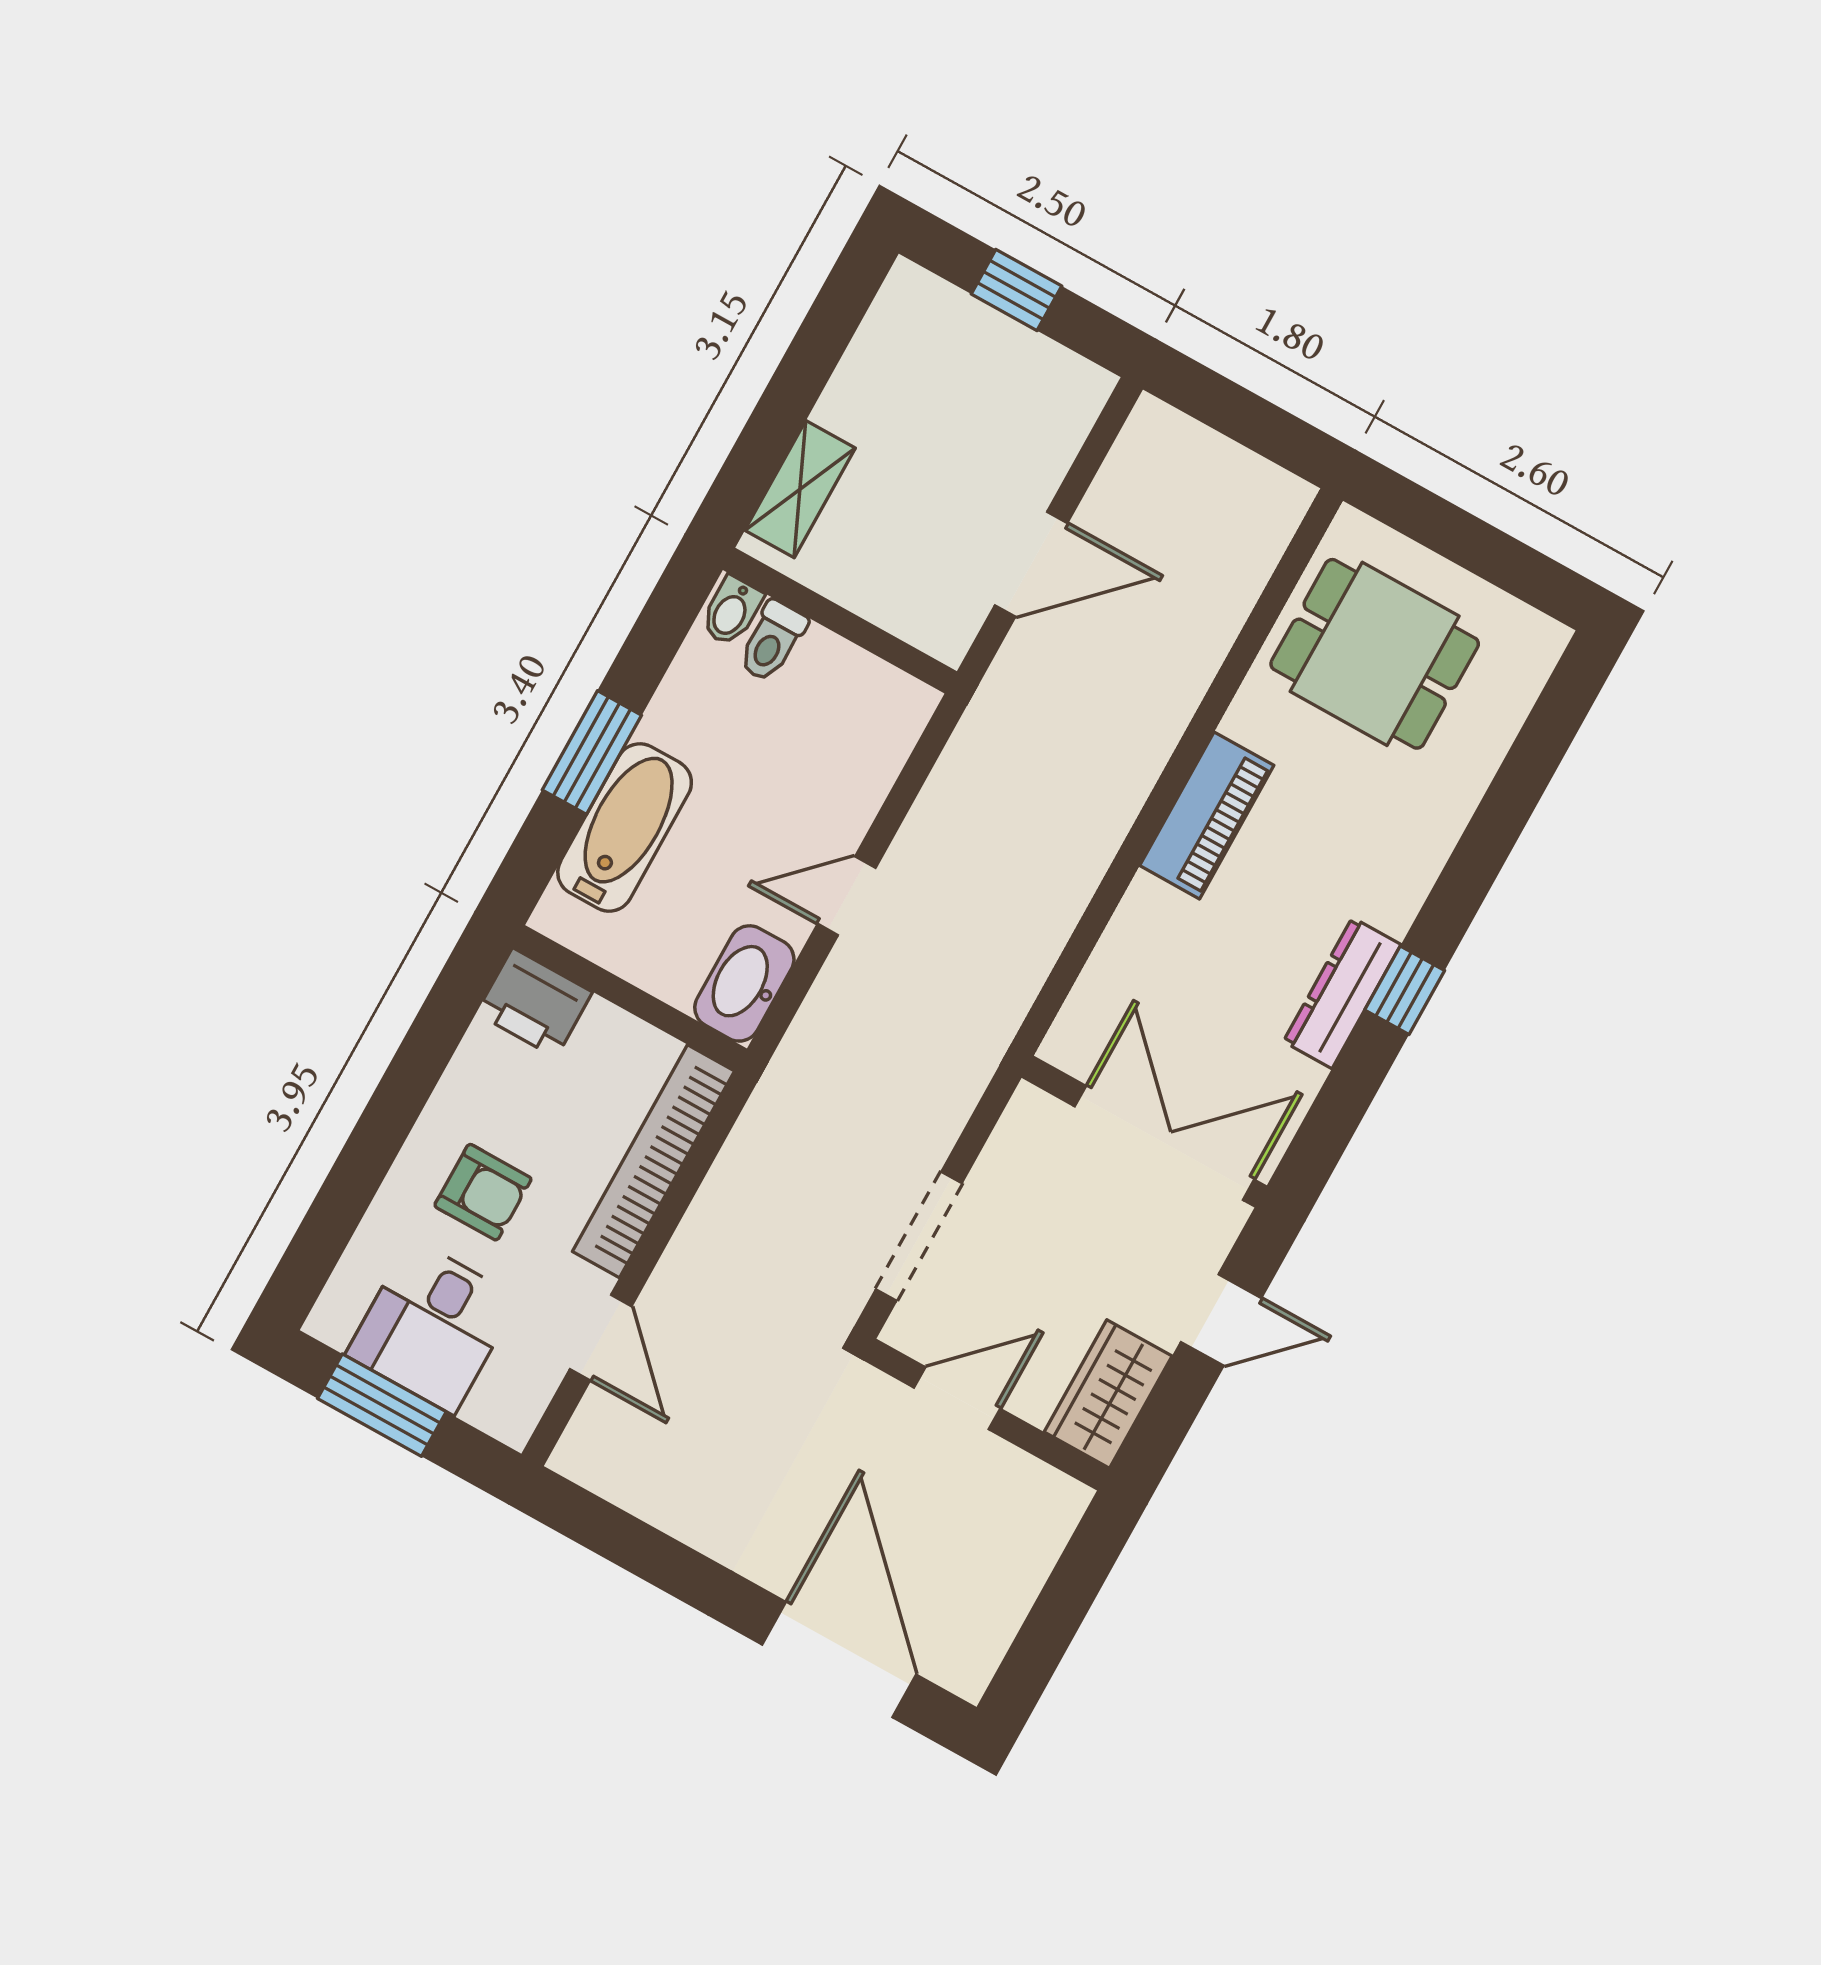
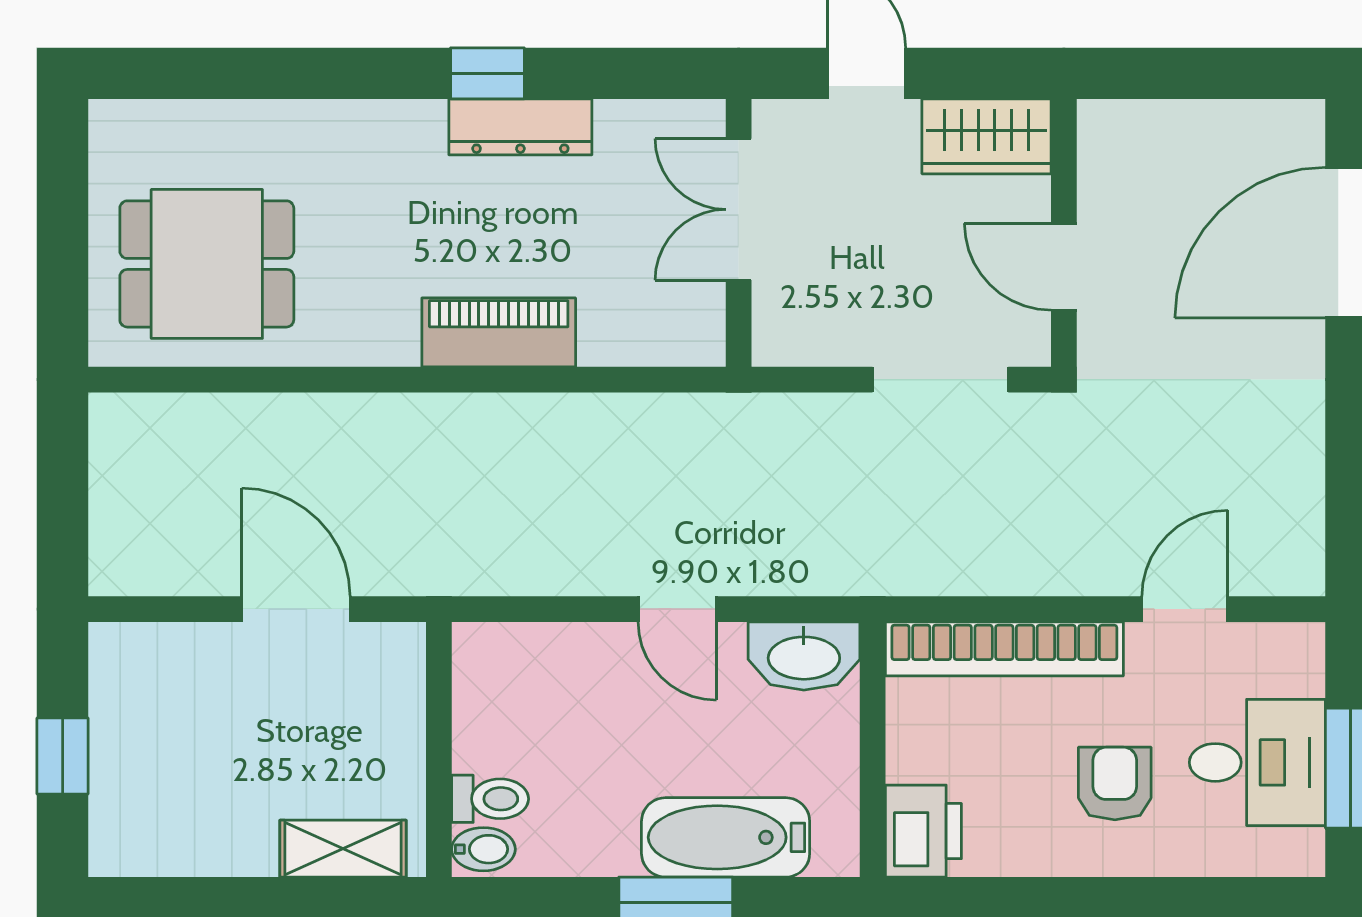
dining table: (1375, 654) -> (207, 264), turned 90
piano: (1207, 815) -> (499, 332), moved
double door: (1165, 1143) -> (739, 209), width x0.73

